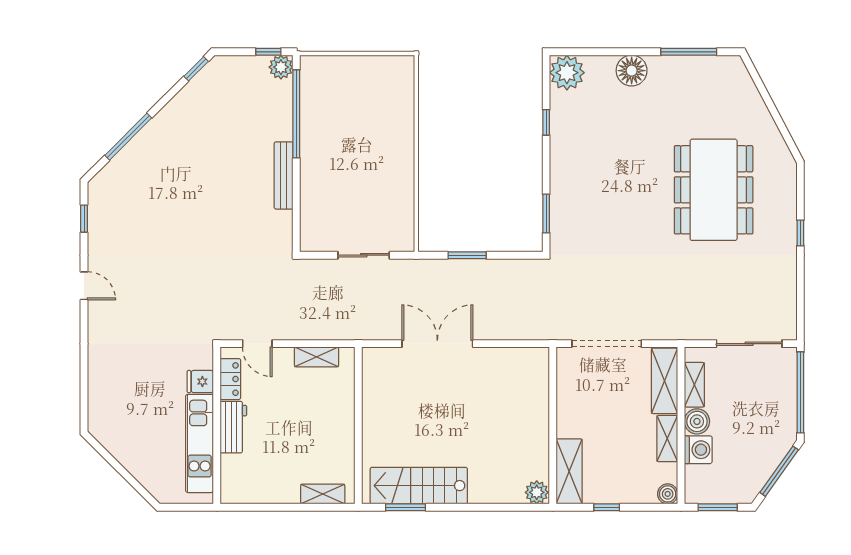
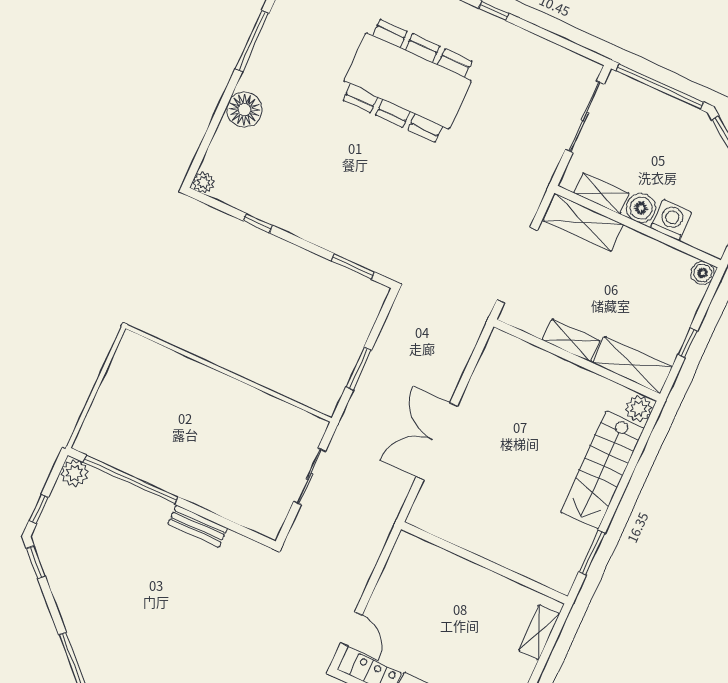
window: (268, 52) -> (39, 509), moved
plant: (567, 73) -> (204, 182), width x0.53, depth x0.53
bench: (284, 175) -> (198, 526), width x0.73
door: (257, 344) -> (351, 629), hinge flipped
shelving: (317, 357) -> (393, 574), removed
shelving: (667, 439) -> (571, 340), moved
stairs: (419, 486) -> (602, 470), moved

